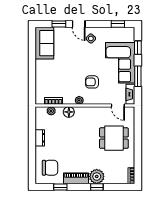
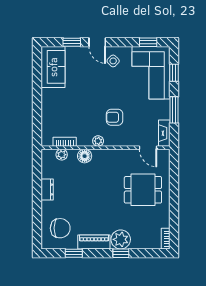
corner sofa: (120, 63) -> (151, 73), moved

